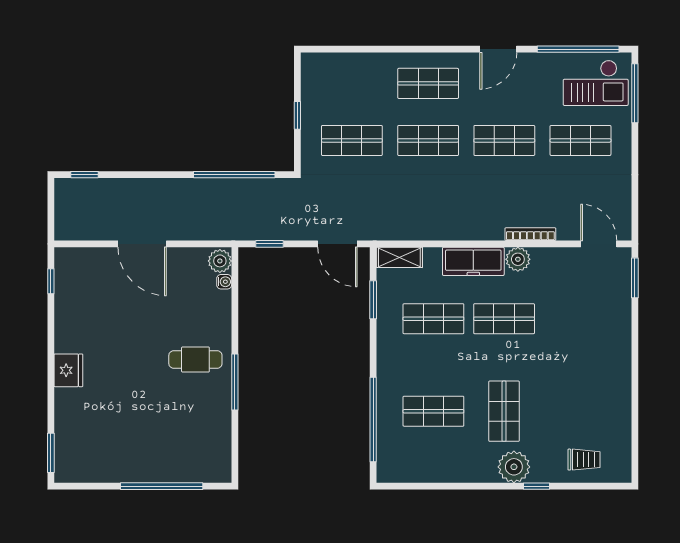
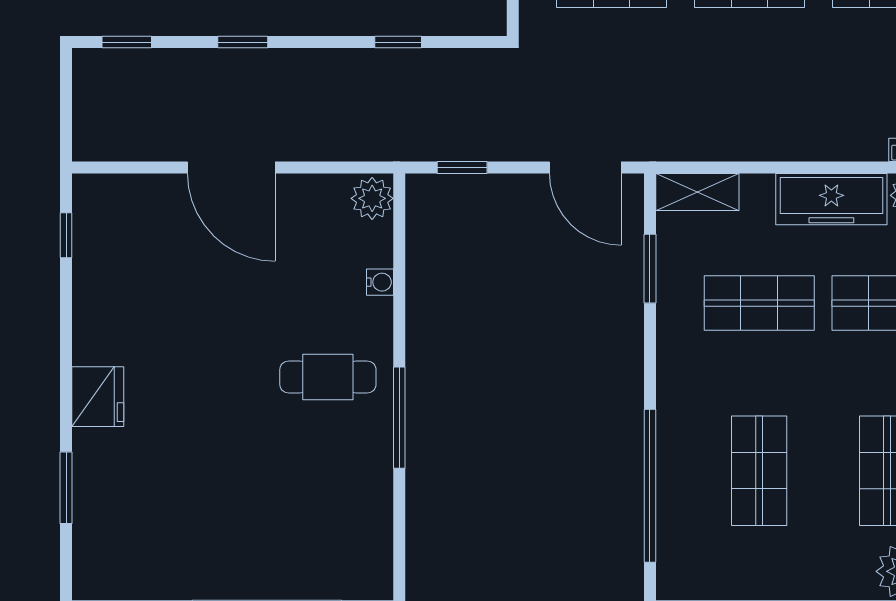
window: (148, 175) -> (243, 42), added
window: (234, 175) -> (398, 42), width x0.32
water cooler: (224, 282) -> (380, 282), moved
shop shelf: (433, 411) -> (759, 471), turned 90
window: (51, 453) -> (66, 488), moved

